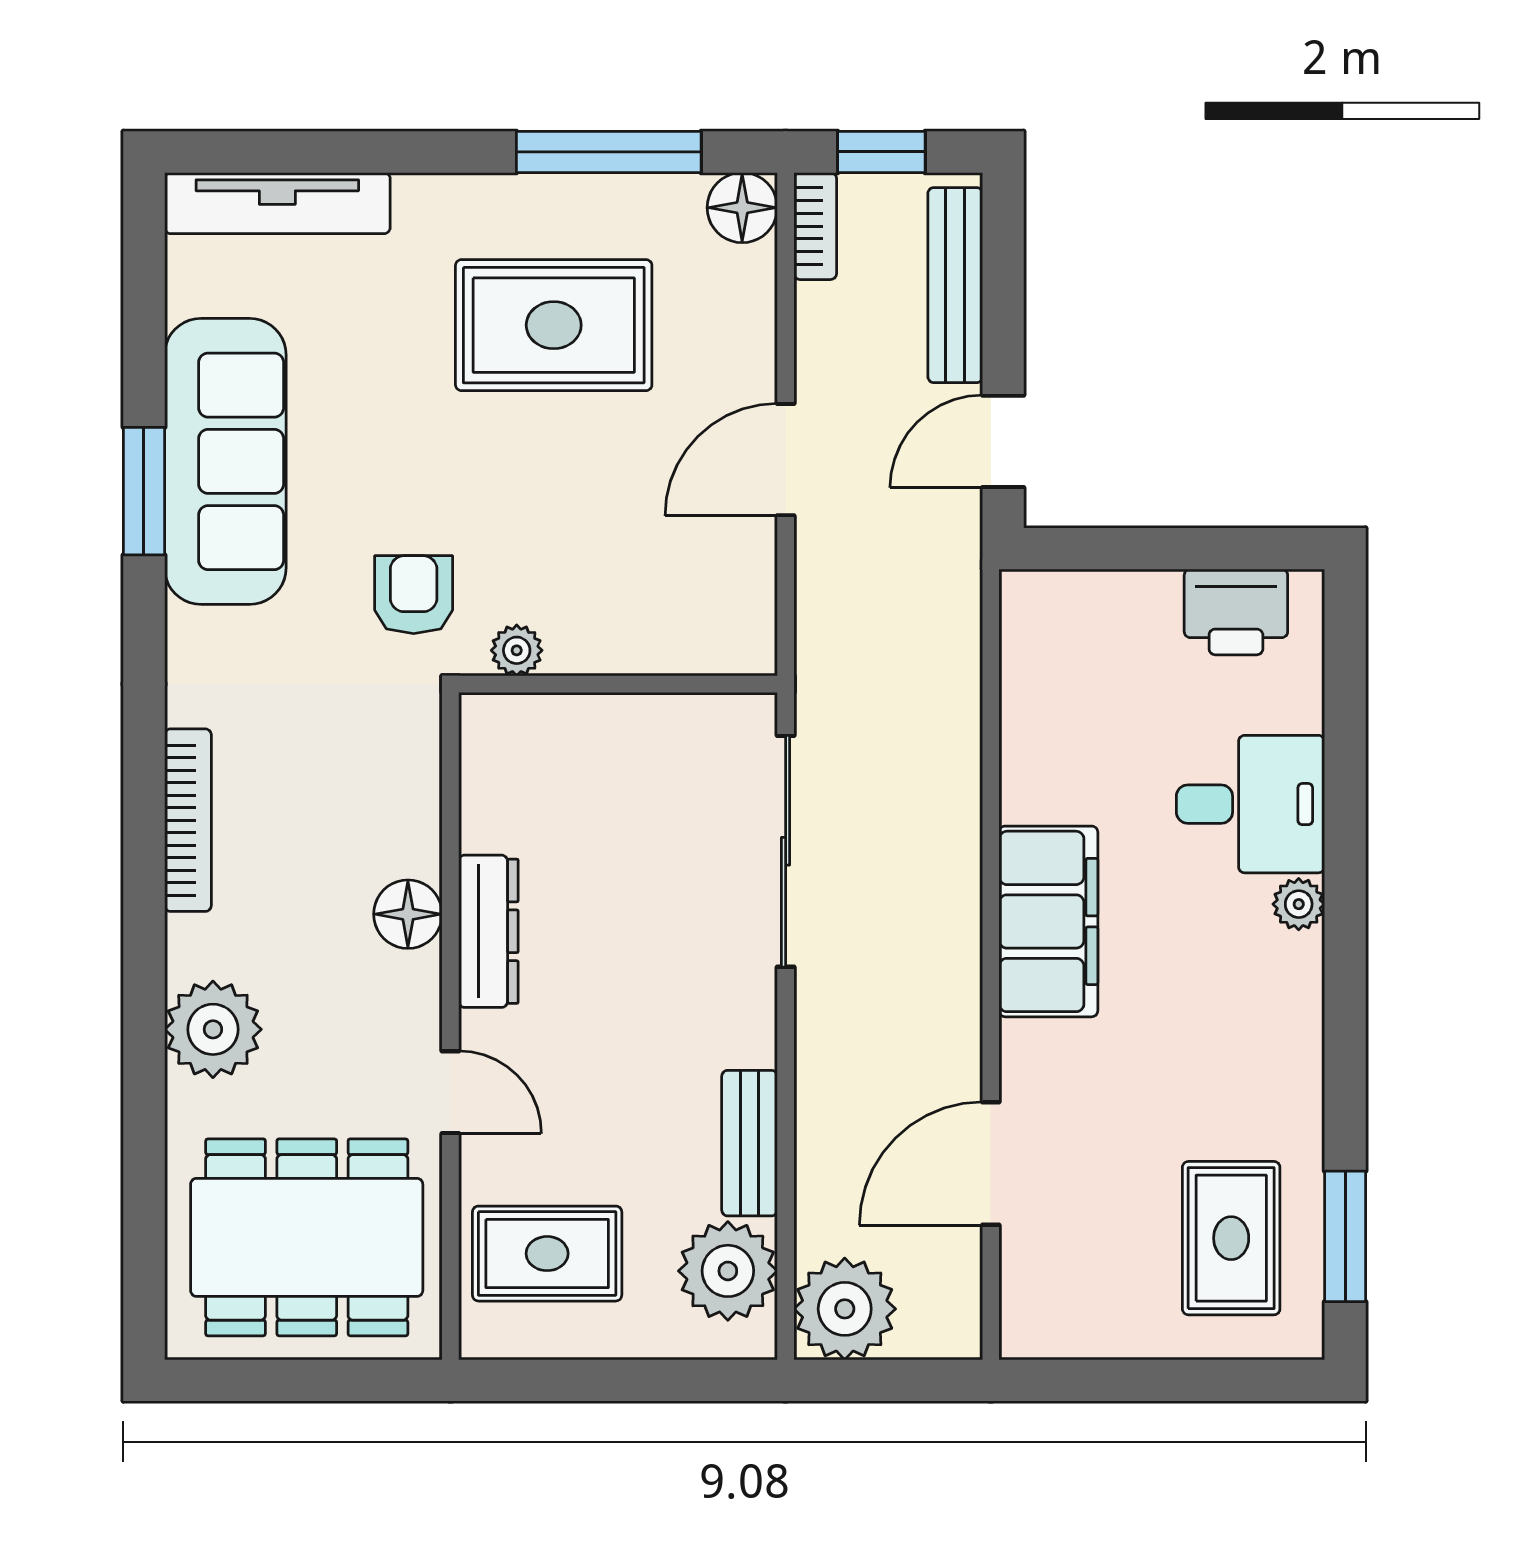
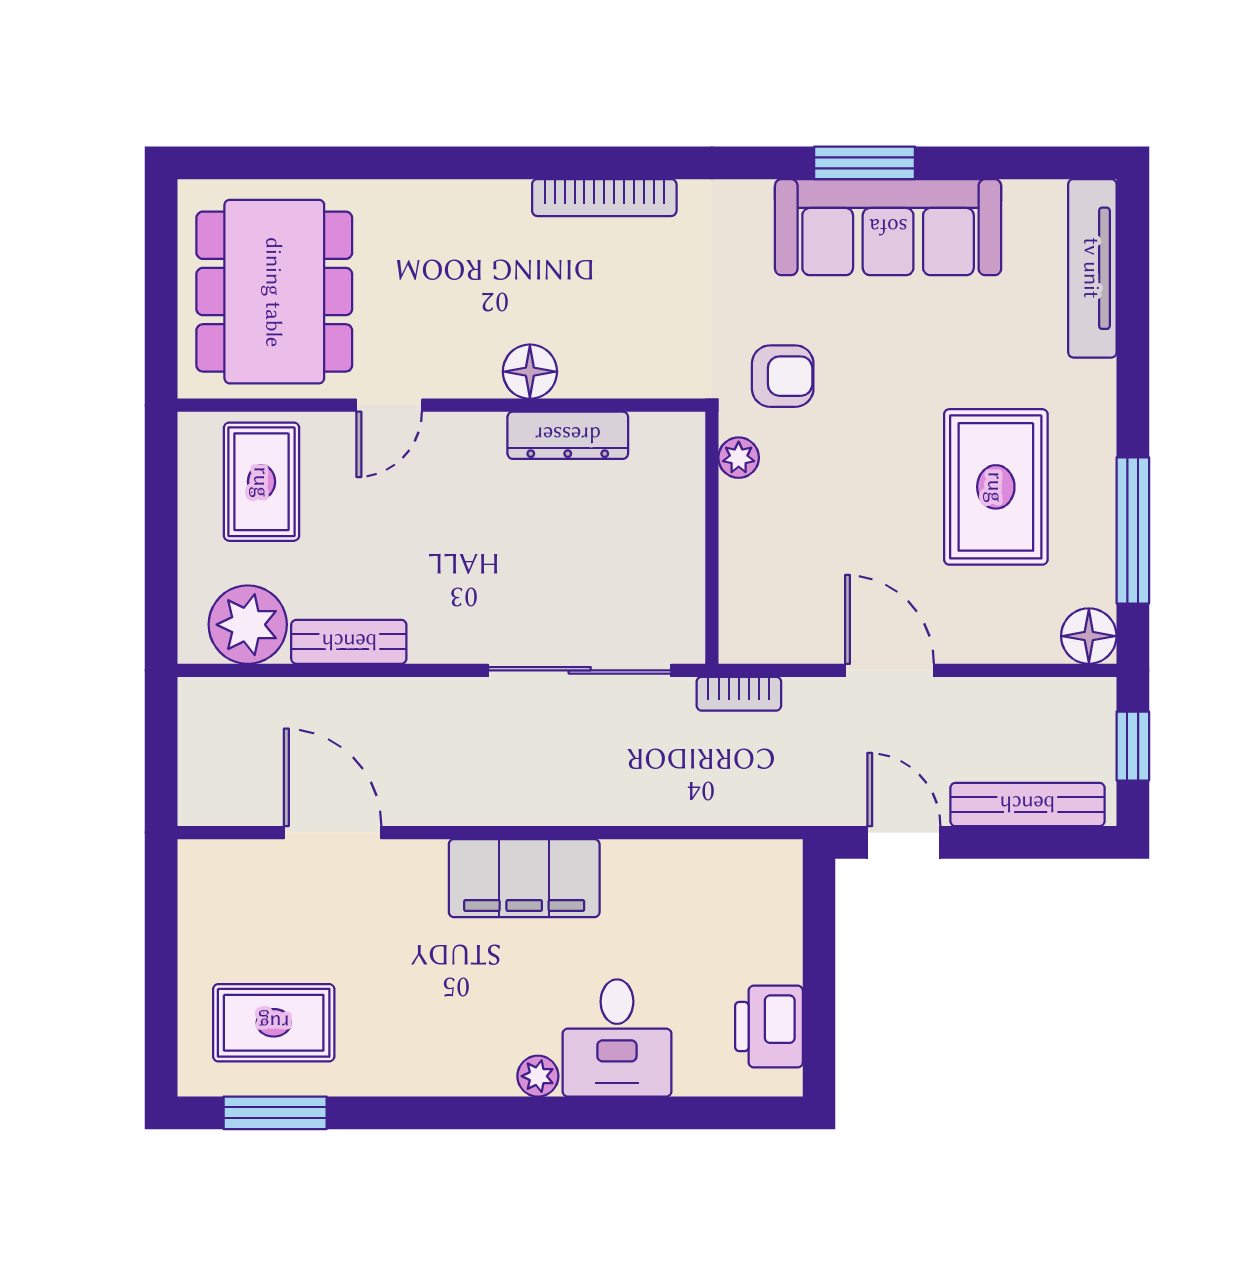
bookcase: (815, 226) -> (739, 694), moved
dresser: (488, 931) -> (568, 435), moved
plant: (213, 1029) -> (439, 217), removed
plant: (845, 1309) -> (218, 717), removed

